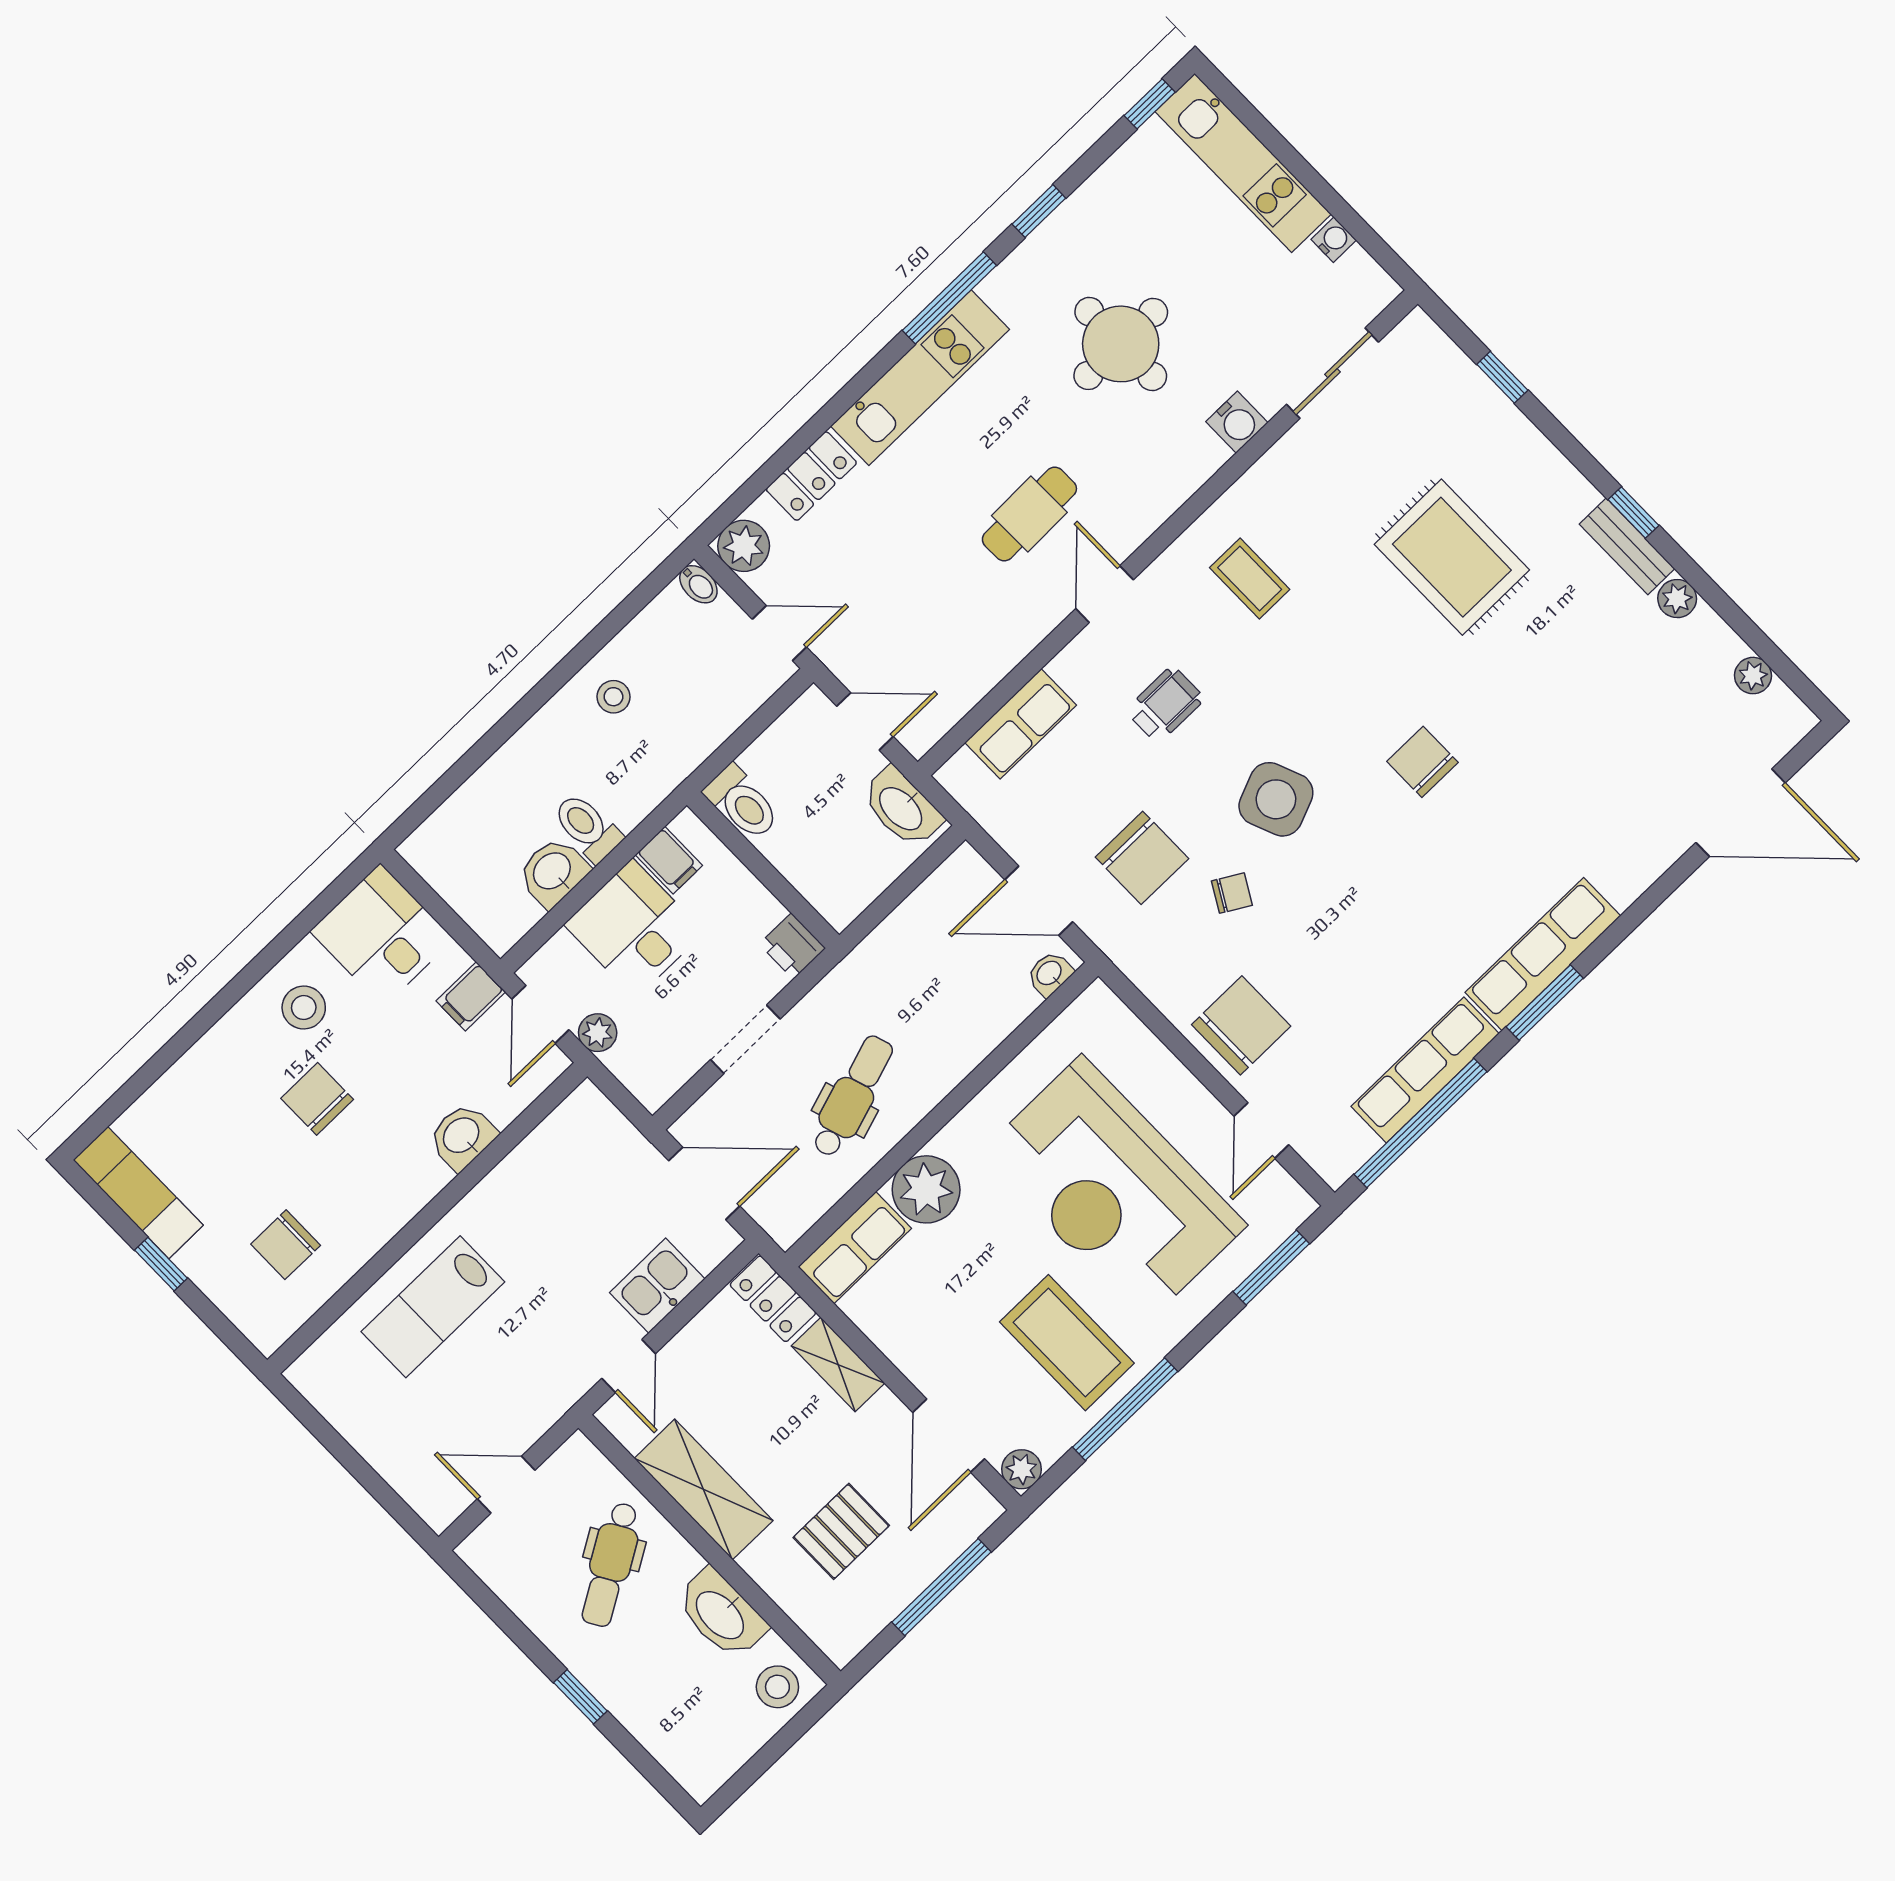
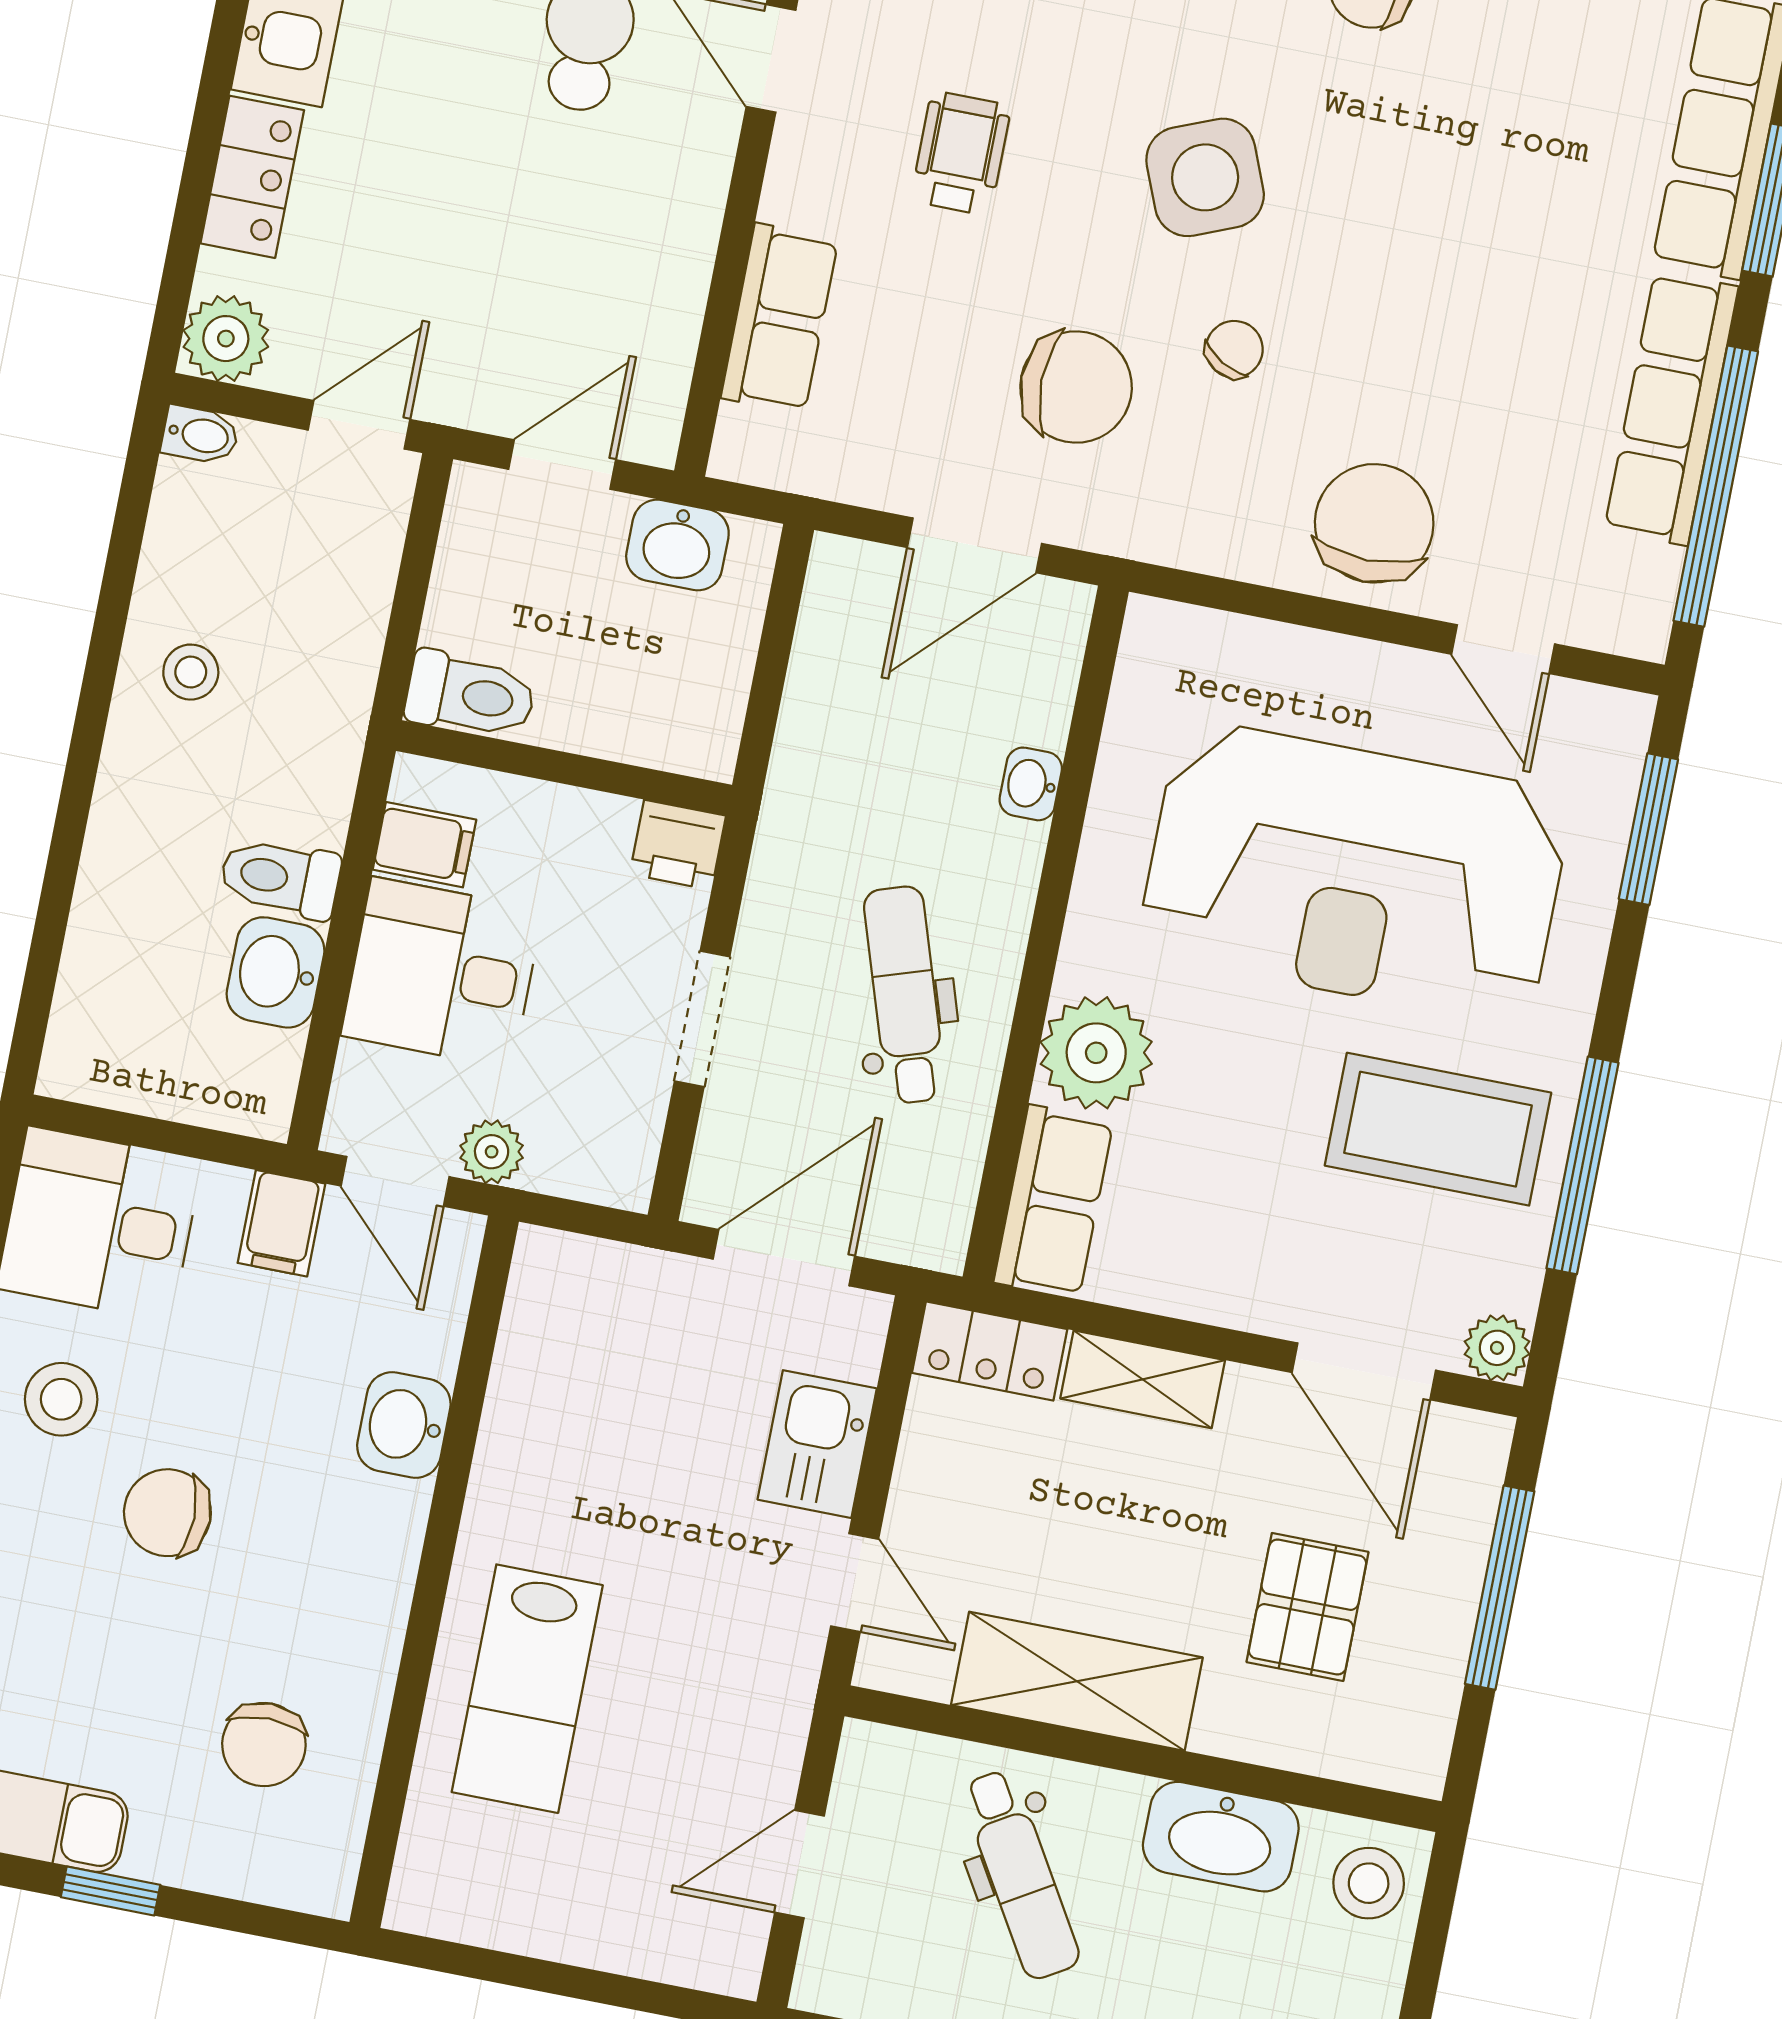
washbasin: (902, 808) -> (677, 545), width x0.72
washbasin: (1050, 974) -> (1031, 784), moved

